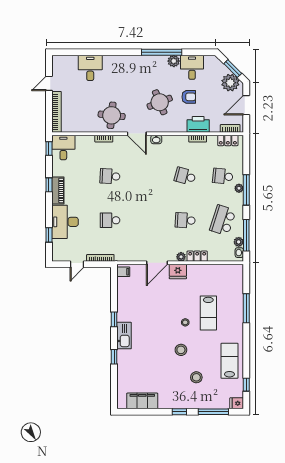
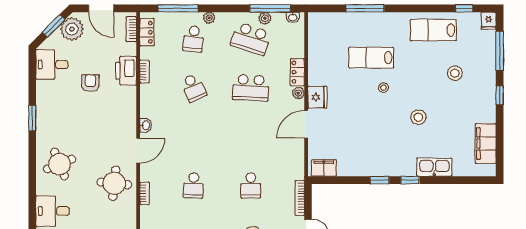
window: (162, 52) -> (32, 118), width x0.47
plant: (174, 61) -> (44, 103), removed
desk: (192, 67) -> (52, 65), moved
round table: (160, 102) -> (60, 164), moved
school desk: (185, 176) -> (193, 88), turned -39
window: (246, 190) -> (178, 8), moved
school desk: (185, 220) -> (251, 88), width x1.85
plant: (239, 242) -> (265, 18), moved
door: (157, 263) -> (306, 124), swing flipped
filing cabinet: (123, 272) -> (324, 168), width x2.00
lab bench: (208, 313) -> (371, 58), turned 180
kitchen sink: (124, 336) -> (434, 167), moved
stool: (181, 350) -> (418, 117), moved
window: (114, 357) -> (410, 180), moved

